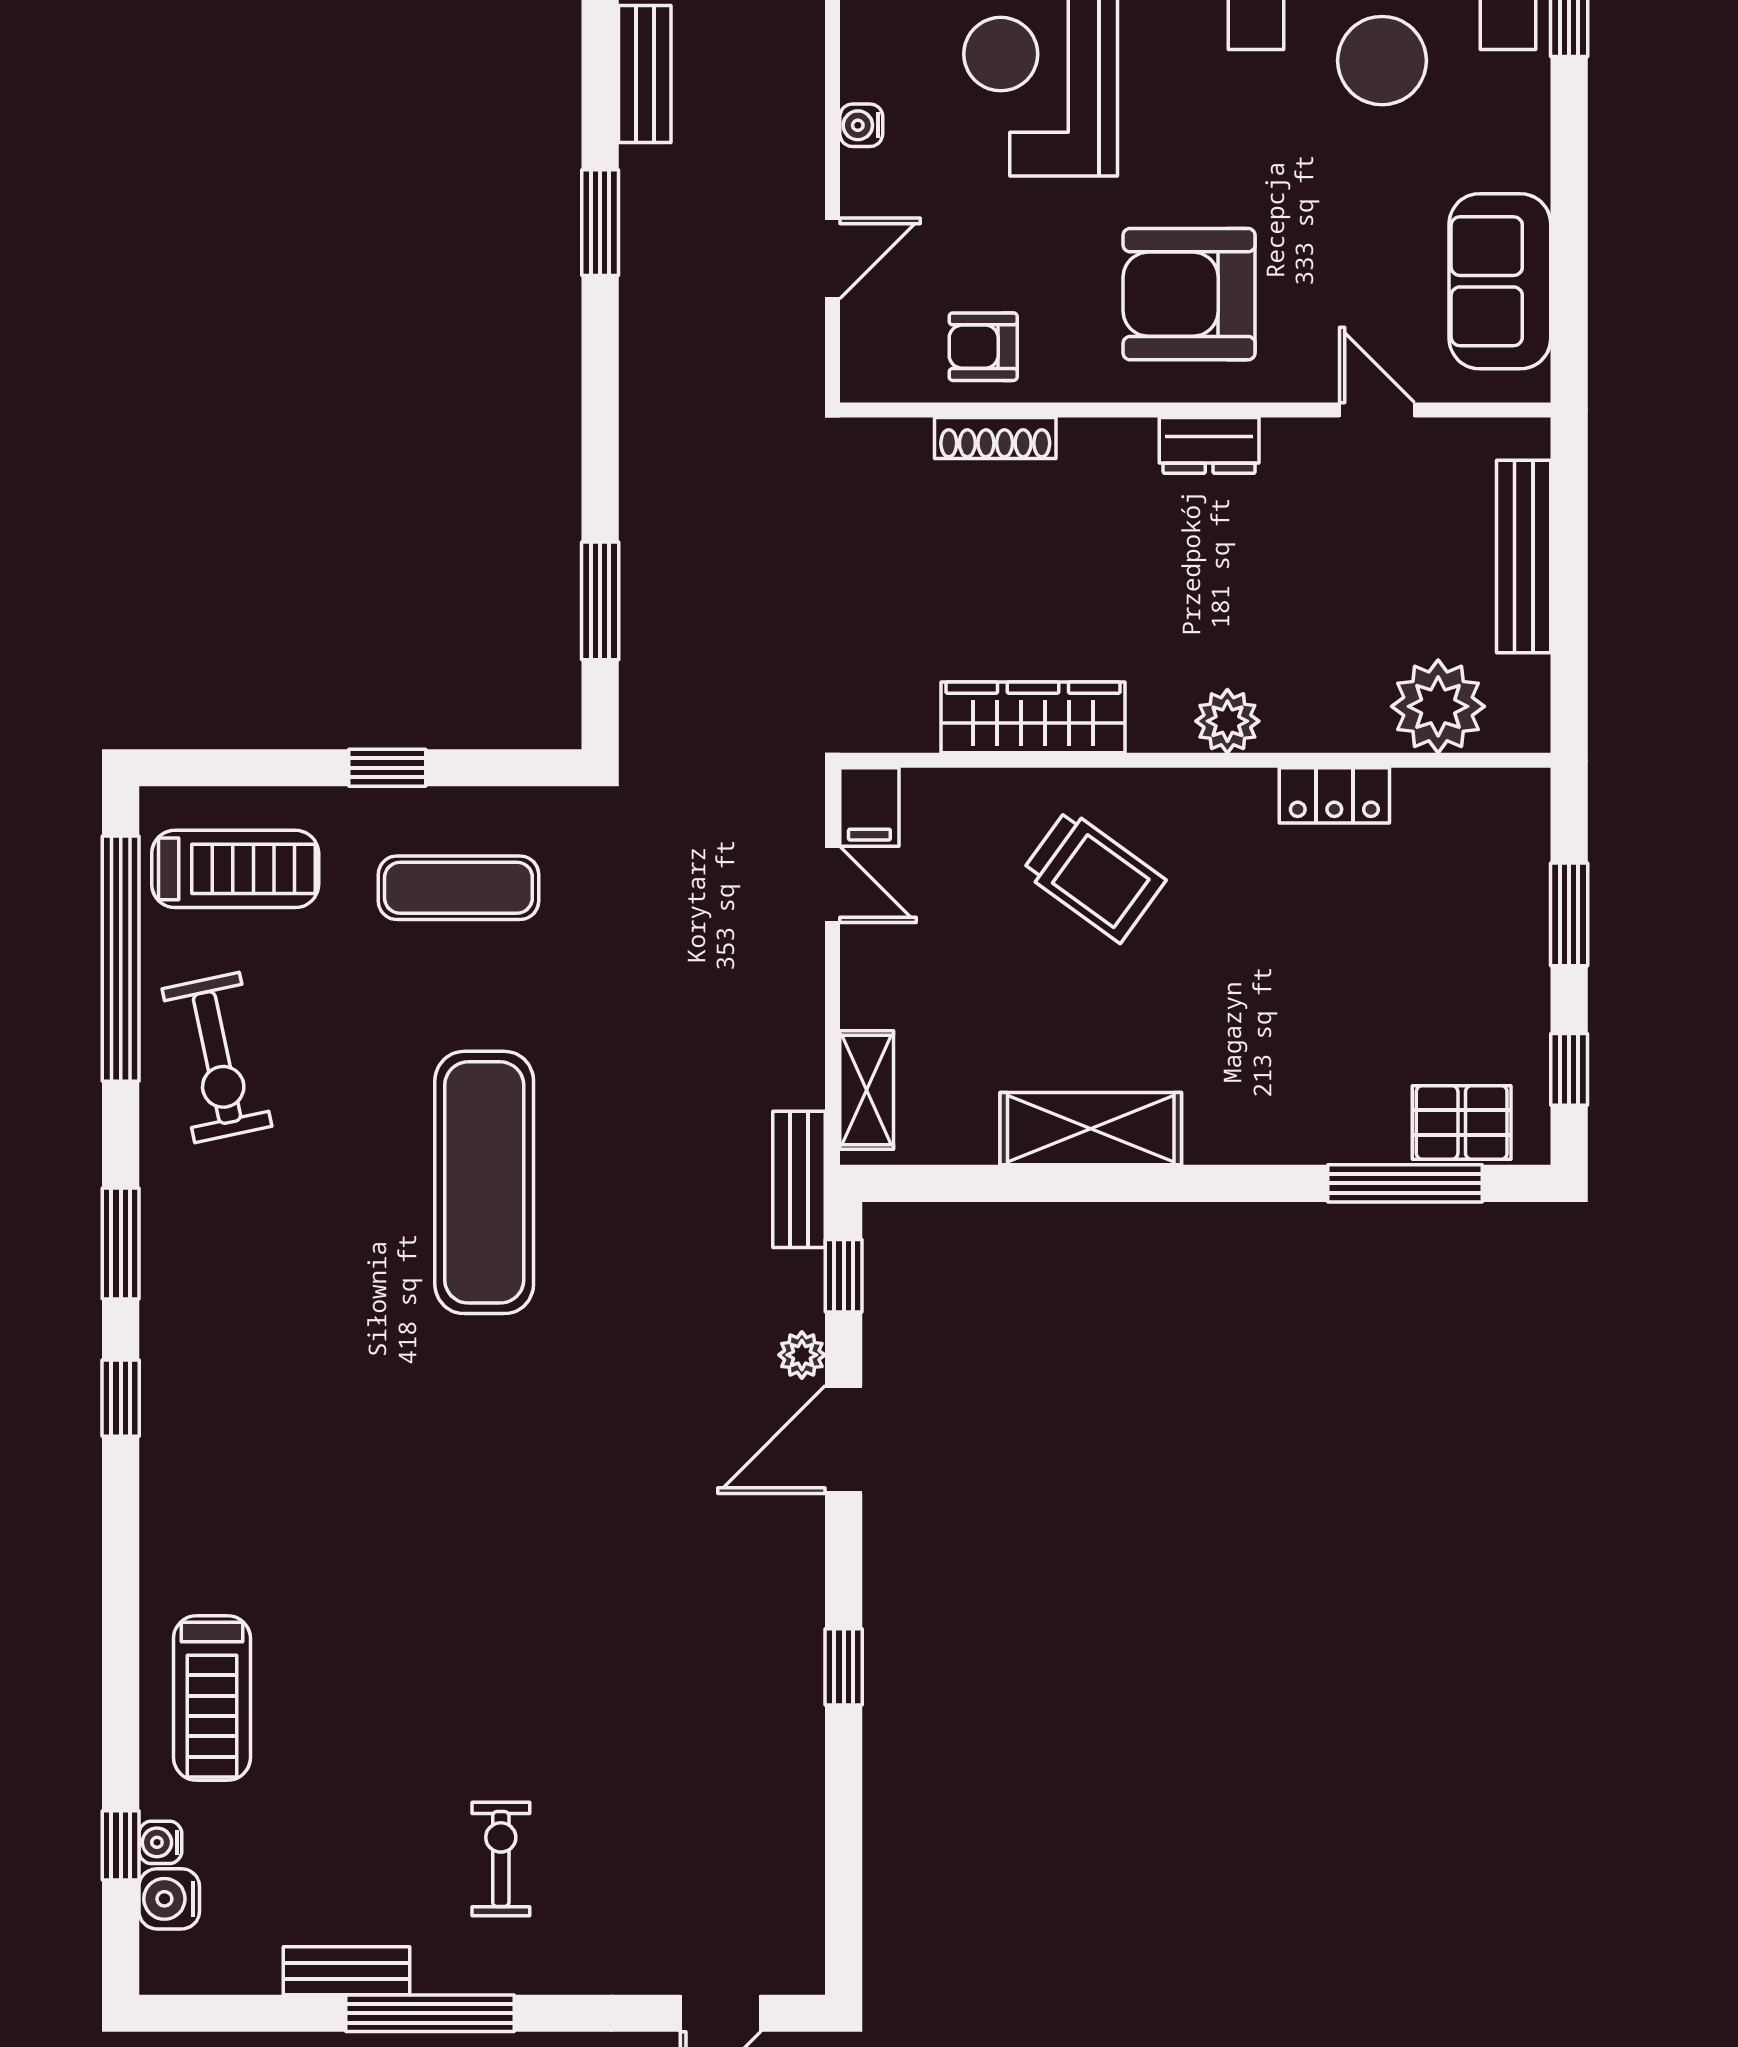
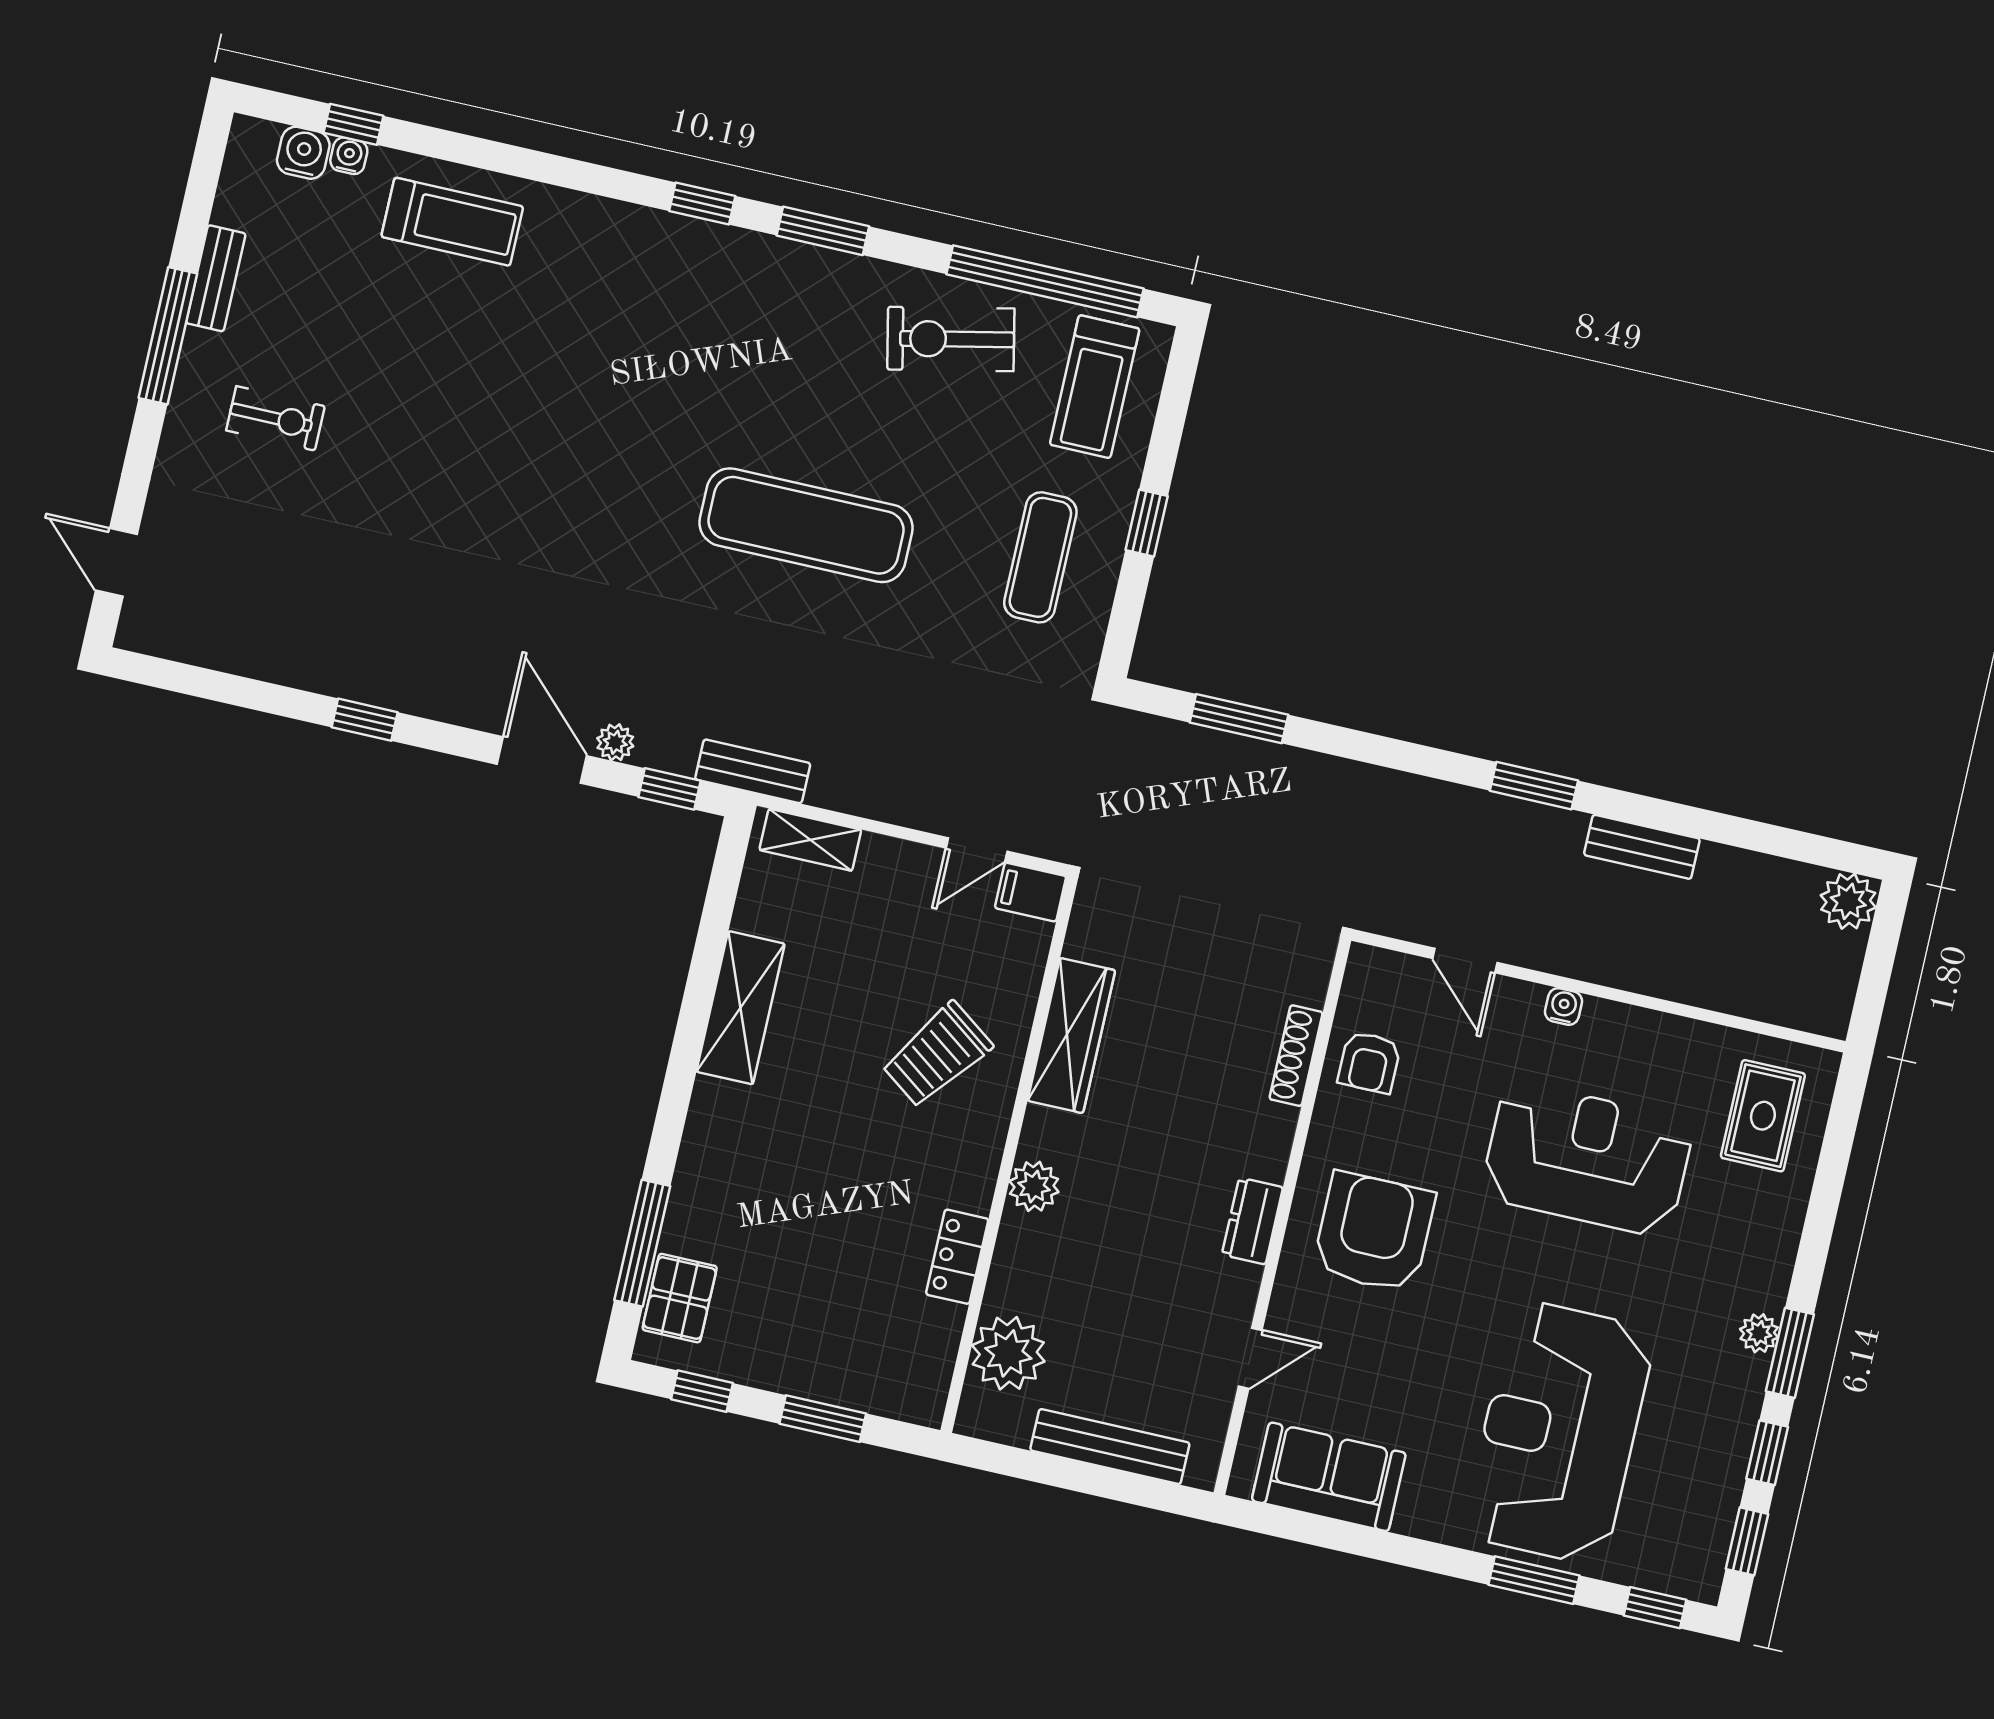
armchair: (983, 347) -> (1369, 1062), turned 180
treadmill: (212, 1698) -> (452, 222), turned 180

